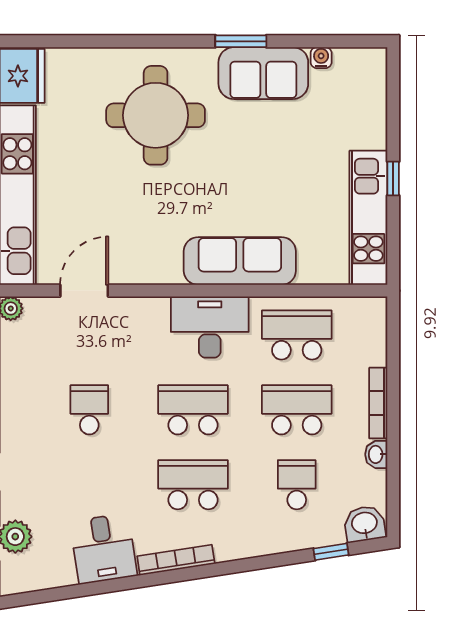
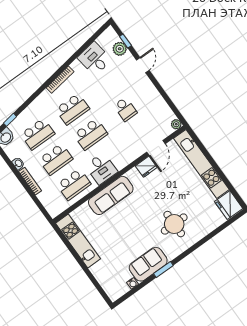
round table: (156, 115) -> (174, 224), width x0.73, depth x0.73
window: (393, 178) -> (79, 260), removed
fridge: (130, 267) -> (146, 167), added
desk: (210, 327) -> (101, 169), width x0.73
school desk: (297, 485) -> (38, 134), width x1.85
desk: (104, 549) -> (95, 59), moved

